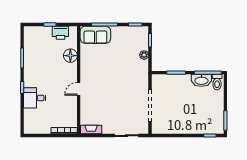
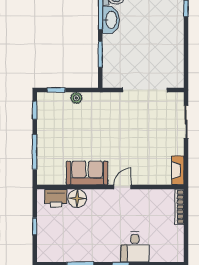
printer: (60, 33) -> (56, 198), moved, turned 90
sofa: (95, 35) -> (87, 173), moved, turned -90
door: (79, 89) -> (122, 187), swing flipped

